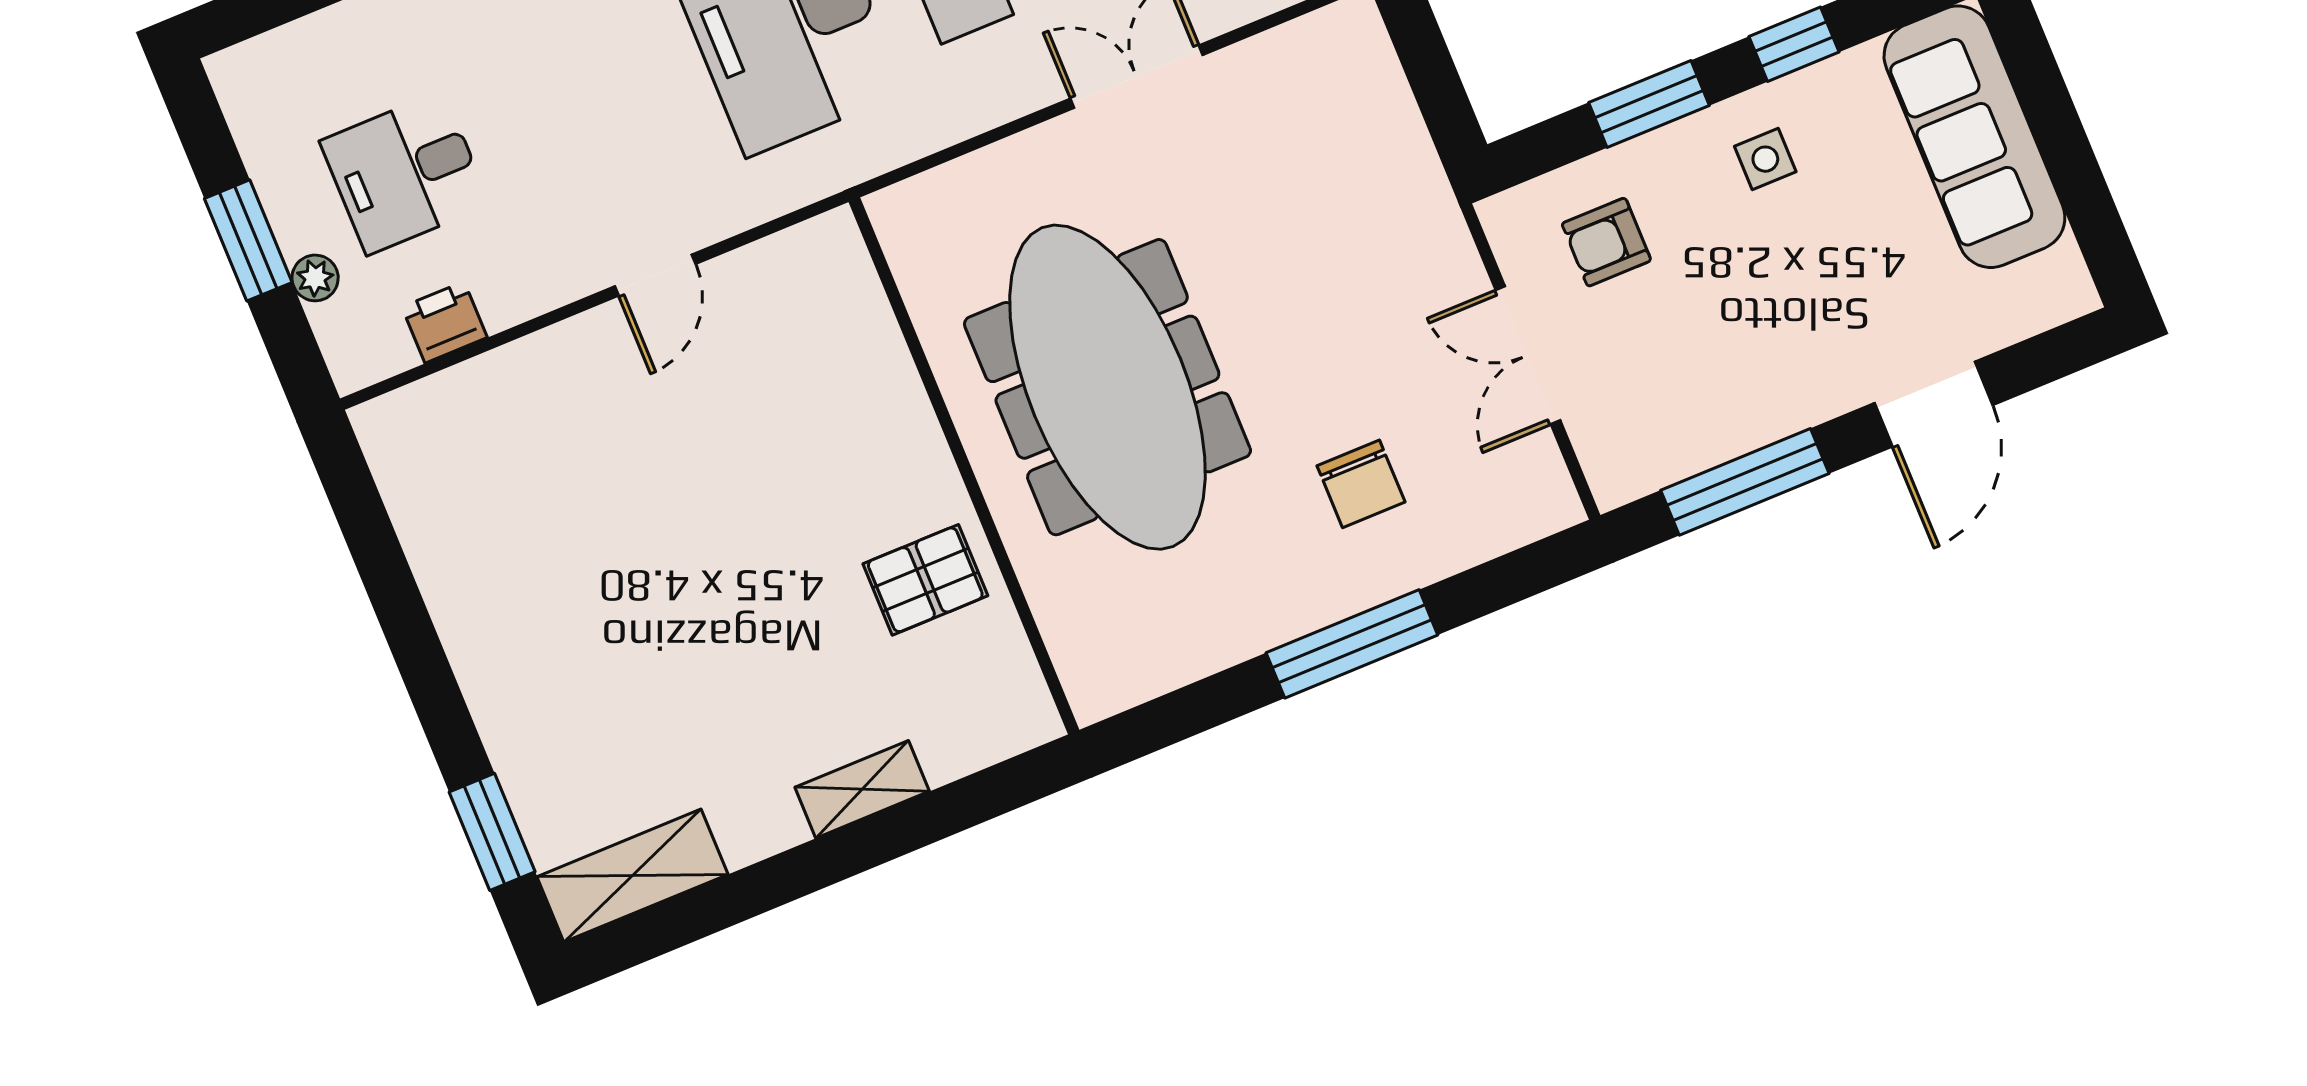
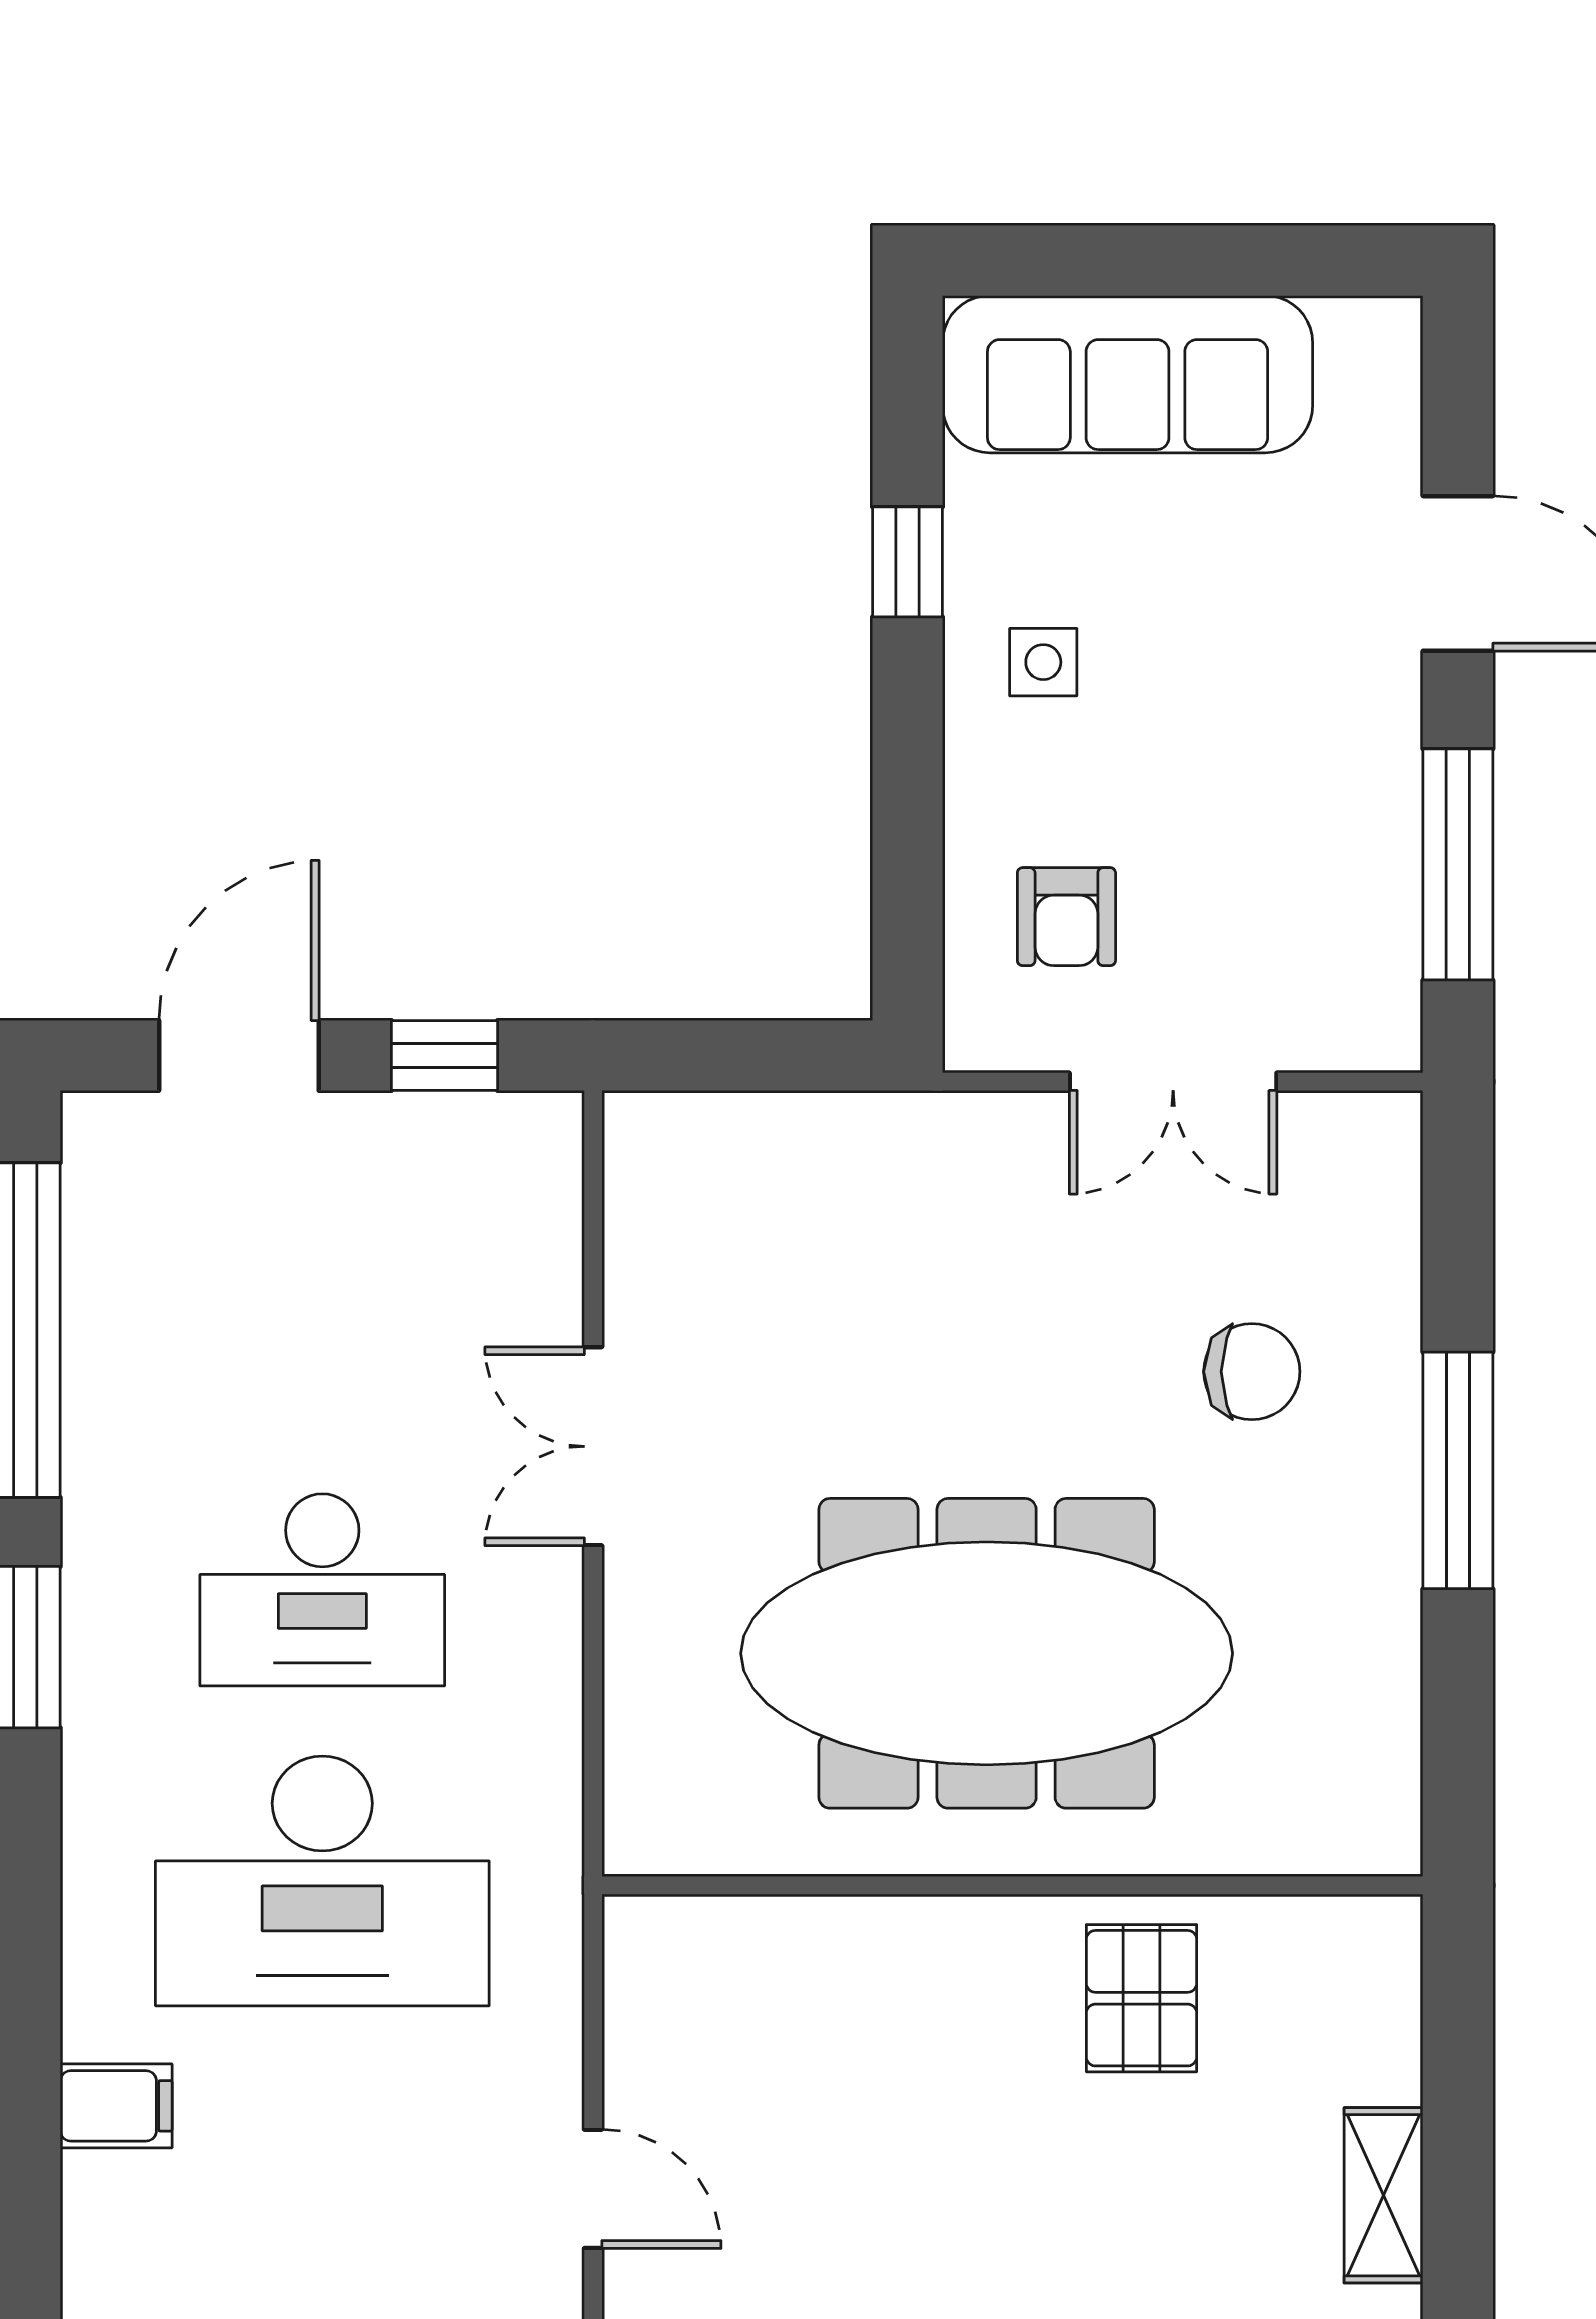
window: (1649, 104) -> (908, 785), removed

